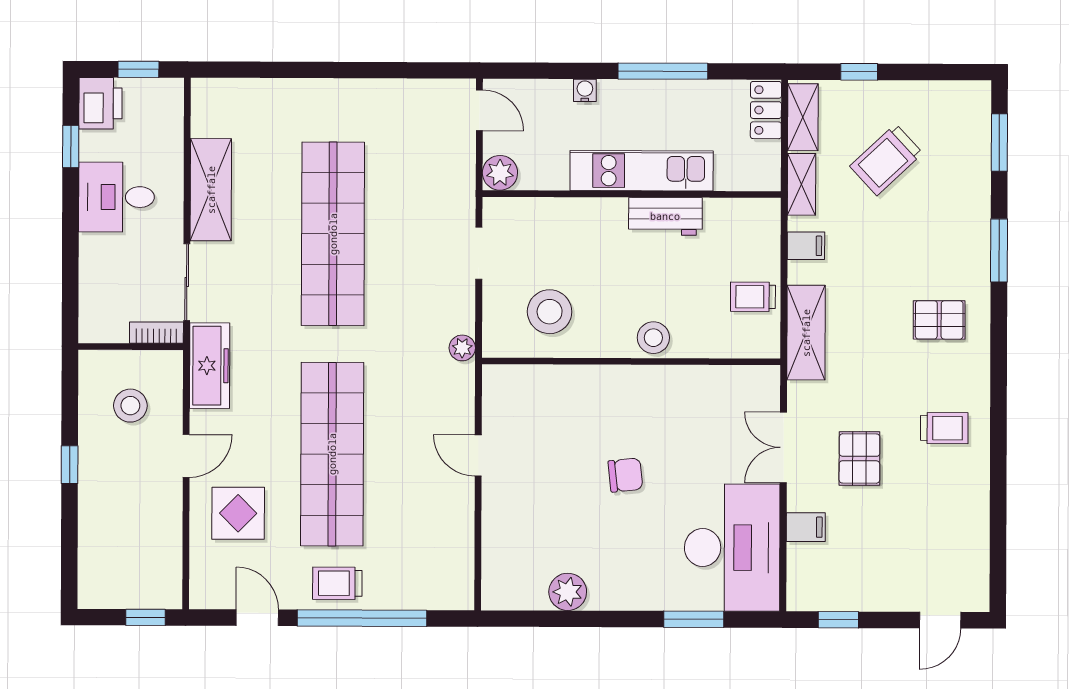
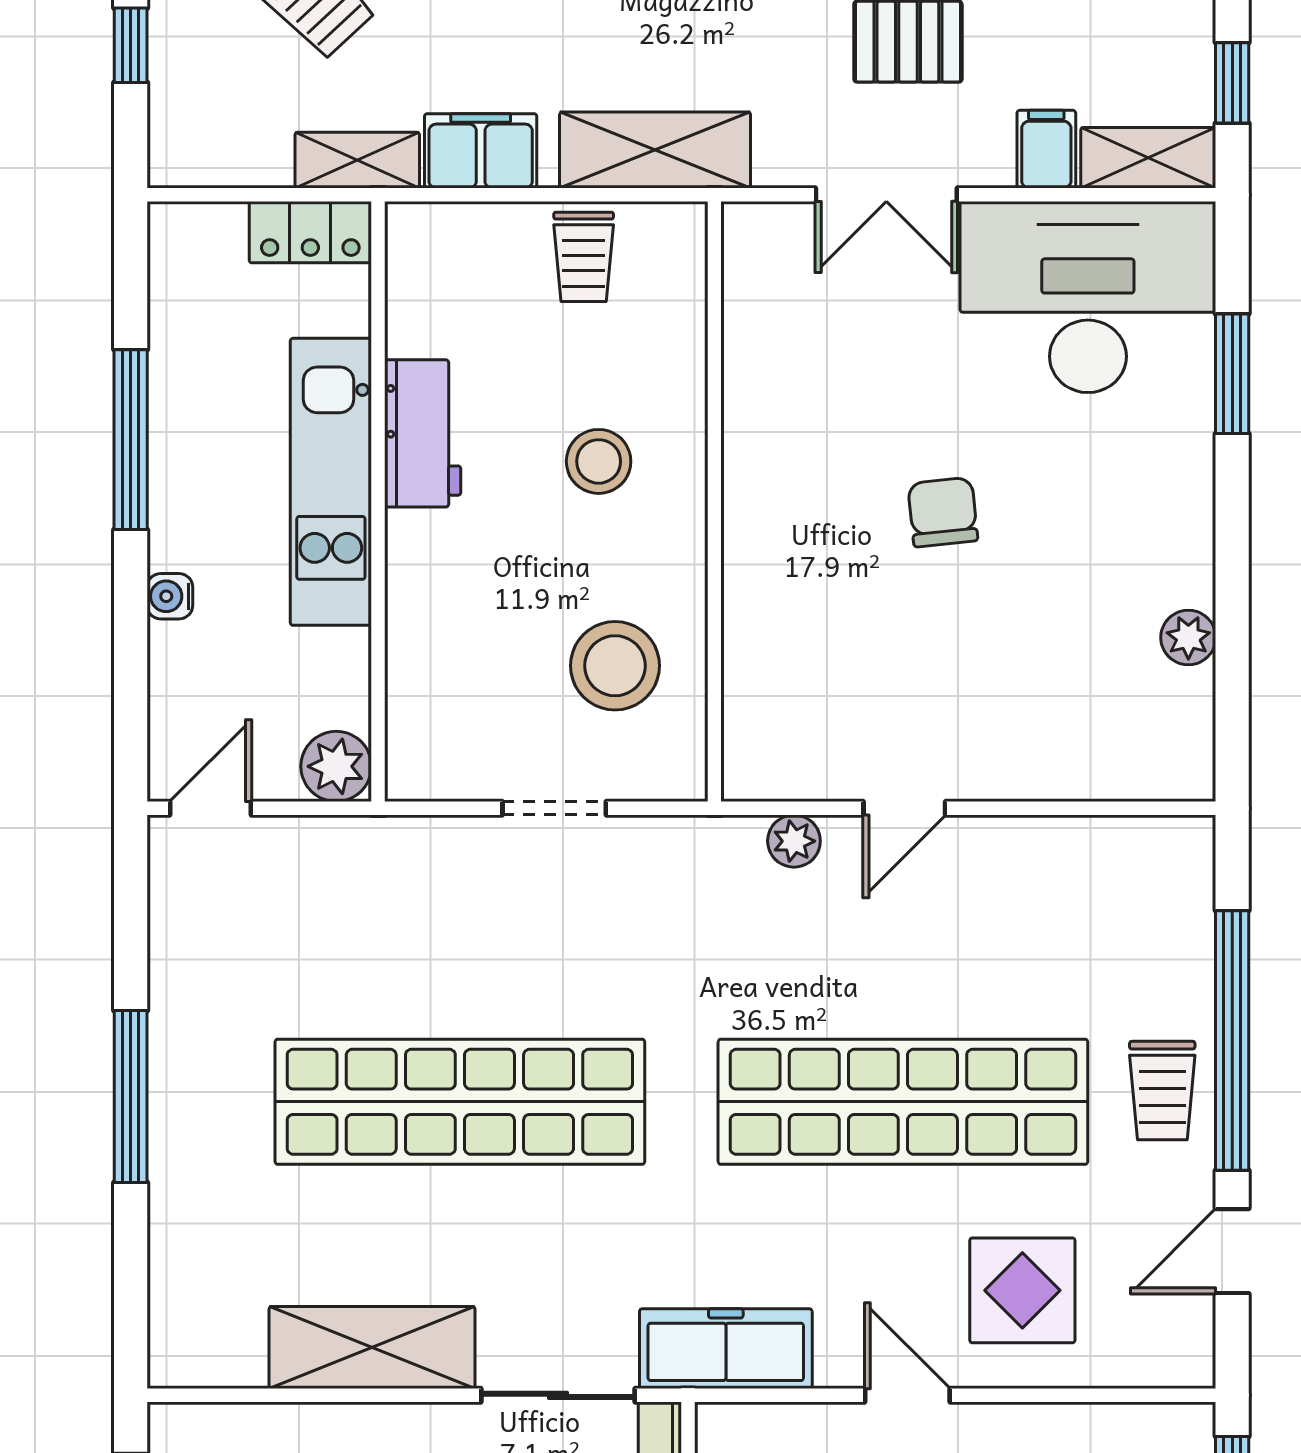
window: (336, 70) -> (131, 1097), added
locker: (766, 110) -> (310, 232), moved
shelving: (803, 117) -> (1148, 158), moved
filing cabinet: (806, 246) -> (481, 151), width x2.00
doorway: (479, 253) -> (554, 808), moved
stool: (653, 338) -> (599, 461), moved
plant: (462, 348) -> (794, 841), moved
plant: (568, 592) -> (1188, 637), width x0.73, depth x0.73

